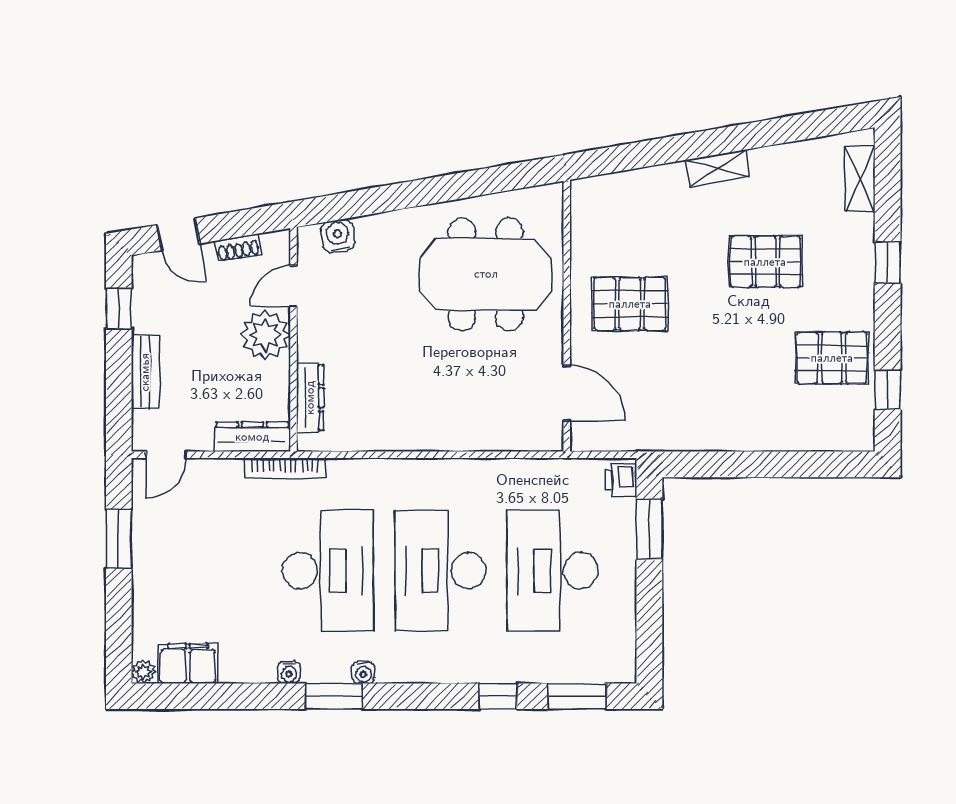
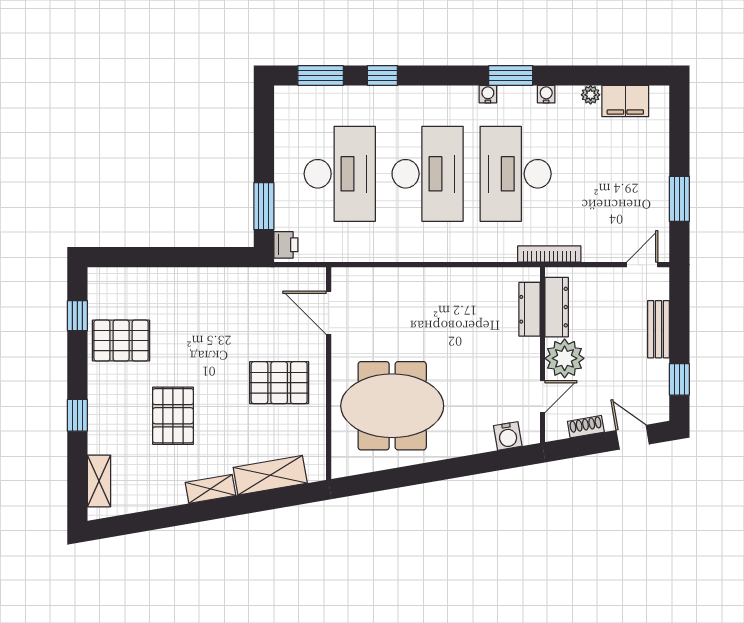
shelving: (641, 186) -> (270, 475), added
pallet: (765, 262) -> (173, 416), turned 90
dresser: (252, 437) -> (557, 307), moved, turned -90
plant: (143, 672) -> (591, 95), moved

